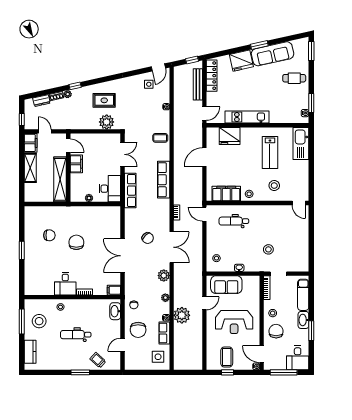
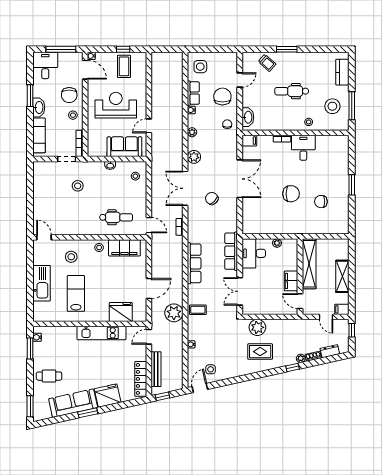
filing cabinet: (31, 143) -> (342, 309), width x0.50
kitchen sink: (301, 143) -> (42, 283), moved
chair: (76, 242) -> (291, 194), turned -90
plant: (182, 315) -> (174, 313), moved
dental chair: (76, 335) -> (292, 91), turned 180

